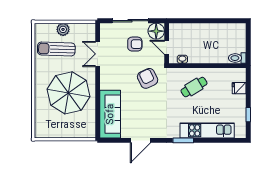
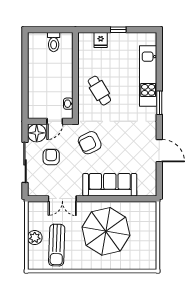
toilet: (237, 58) -> (54, 42), moved
sofa: (110, 114) -> (110, 185), moved
window: (248, 115) -> (118, 30), moved

